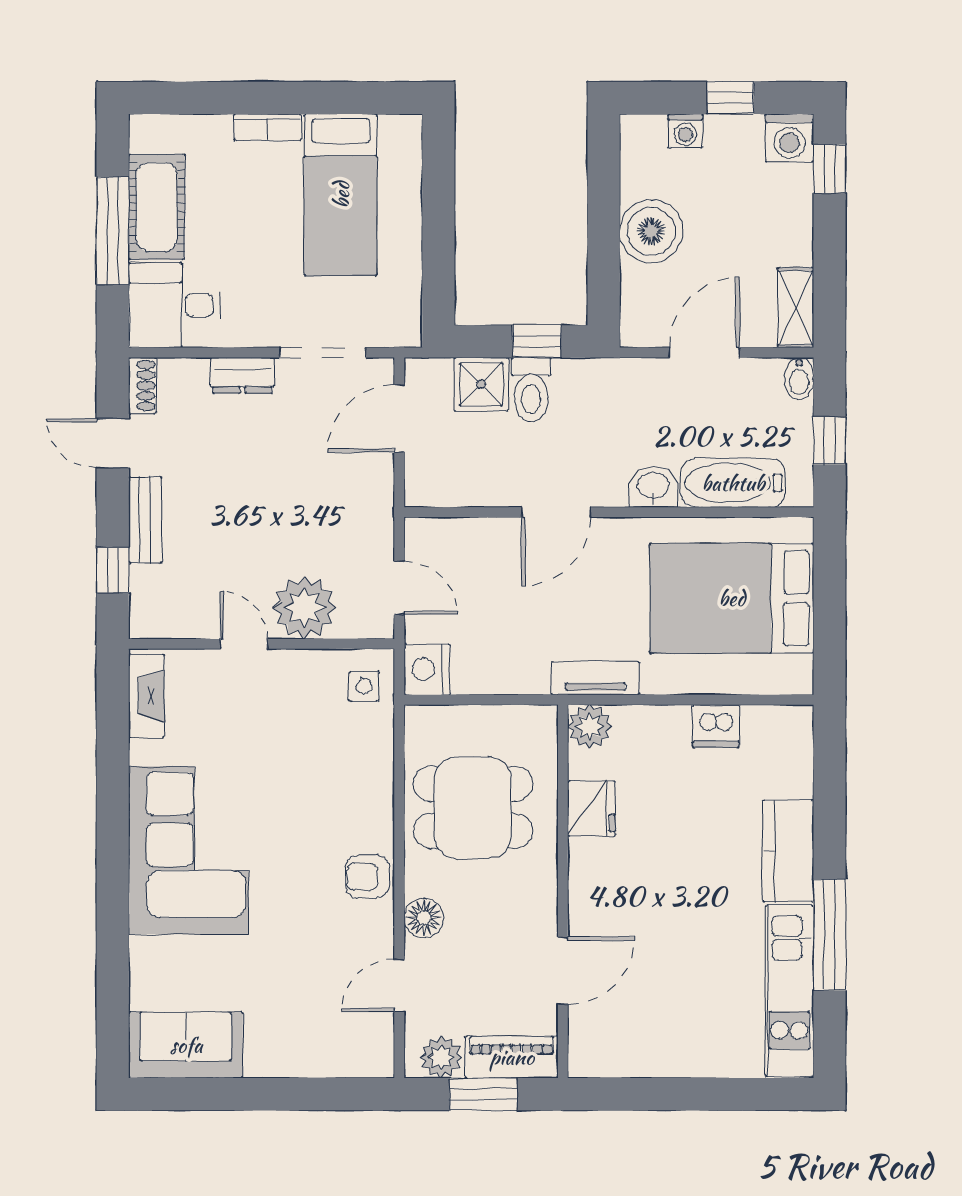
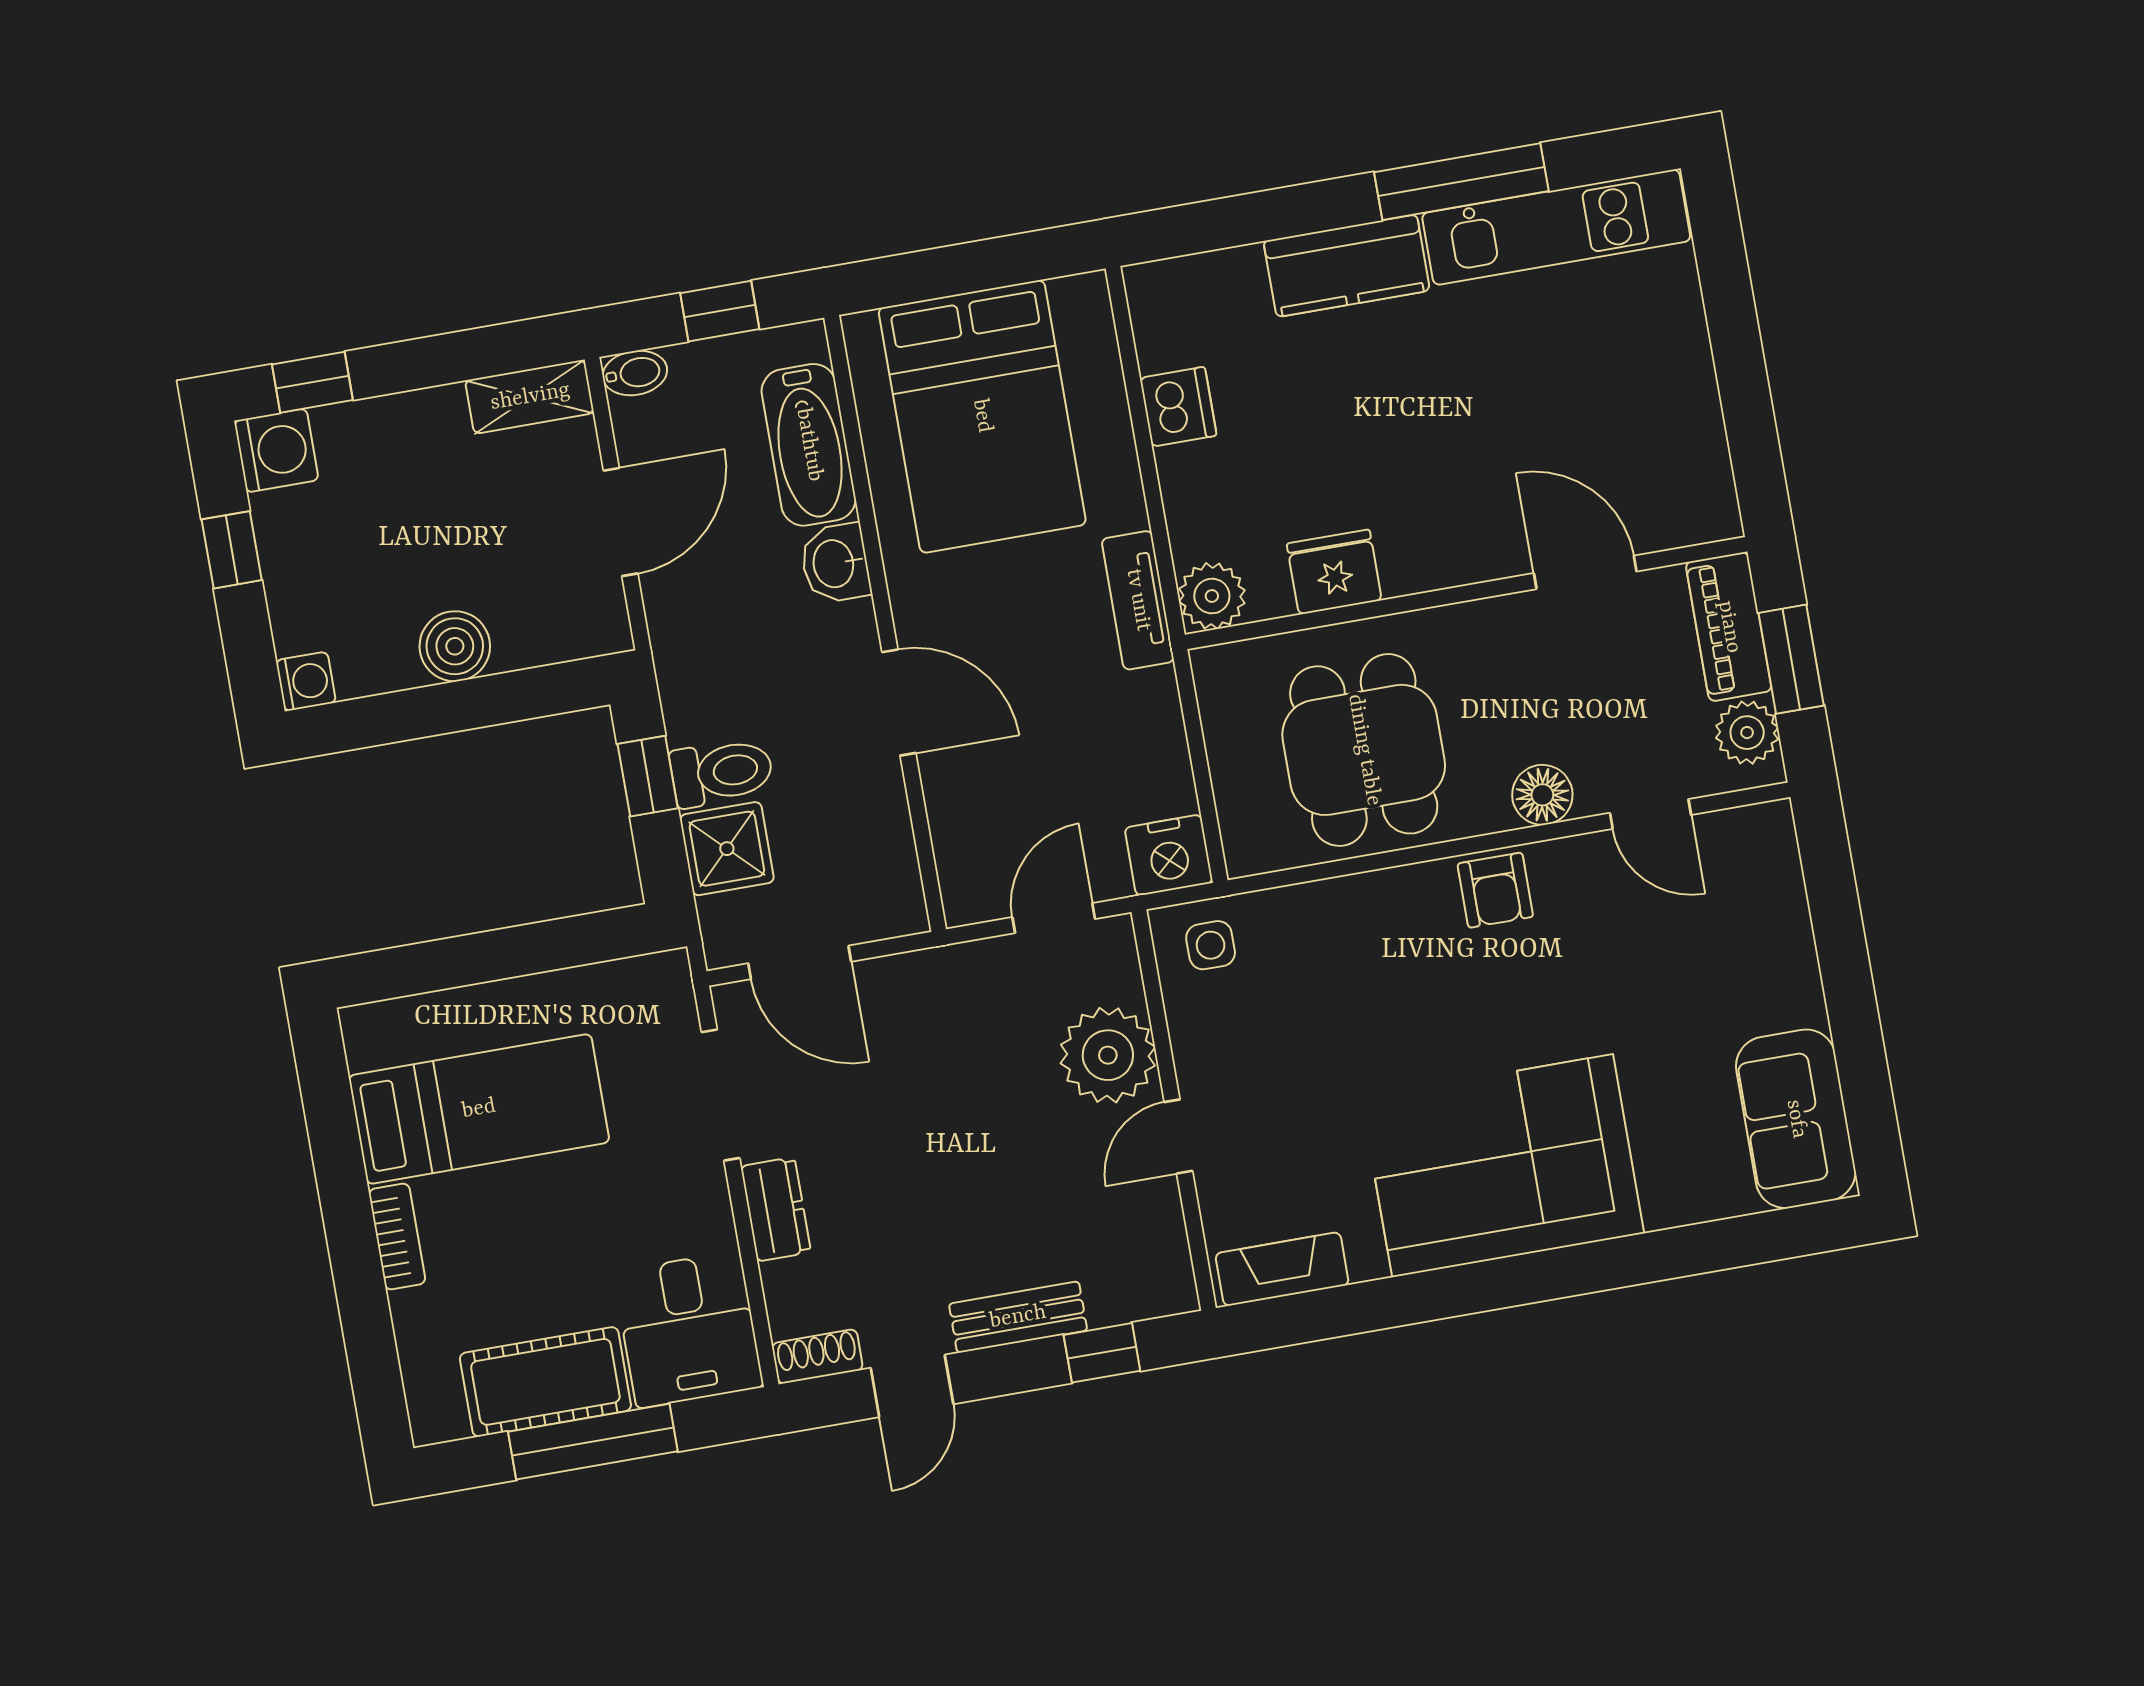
washing machine: (685, 131) -> (306, 681), moved
boiler: (651, 231) -> (455, 646), width x0.73, depth x0.73
door: (704, 353) -> (621, 522), swing flipped

